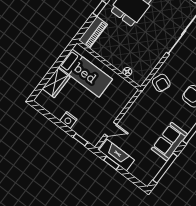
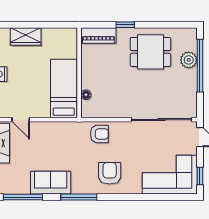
bed: (85, 73) -> (64, 88), moved, turned 180
armchair: (161, 83) -> (99, 134), turned -111

